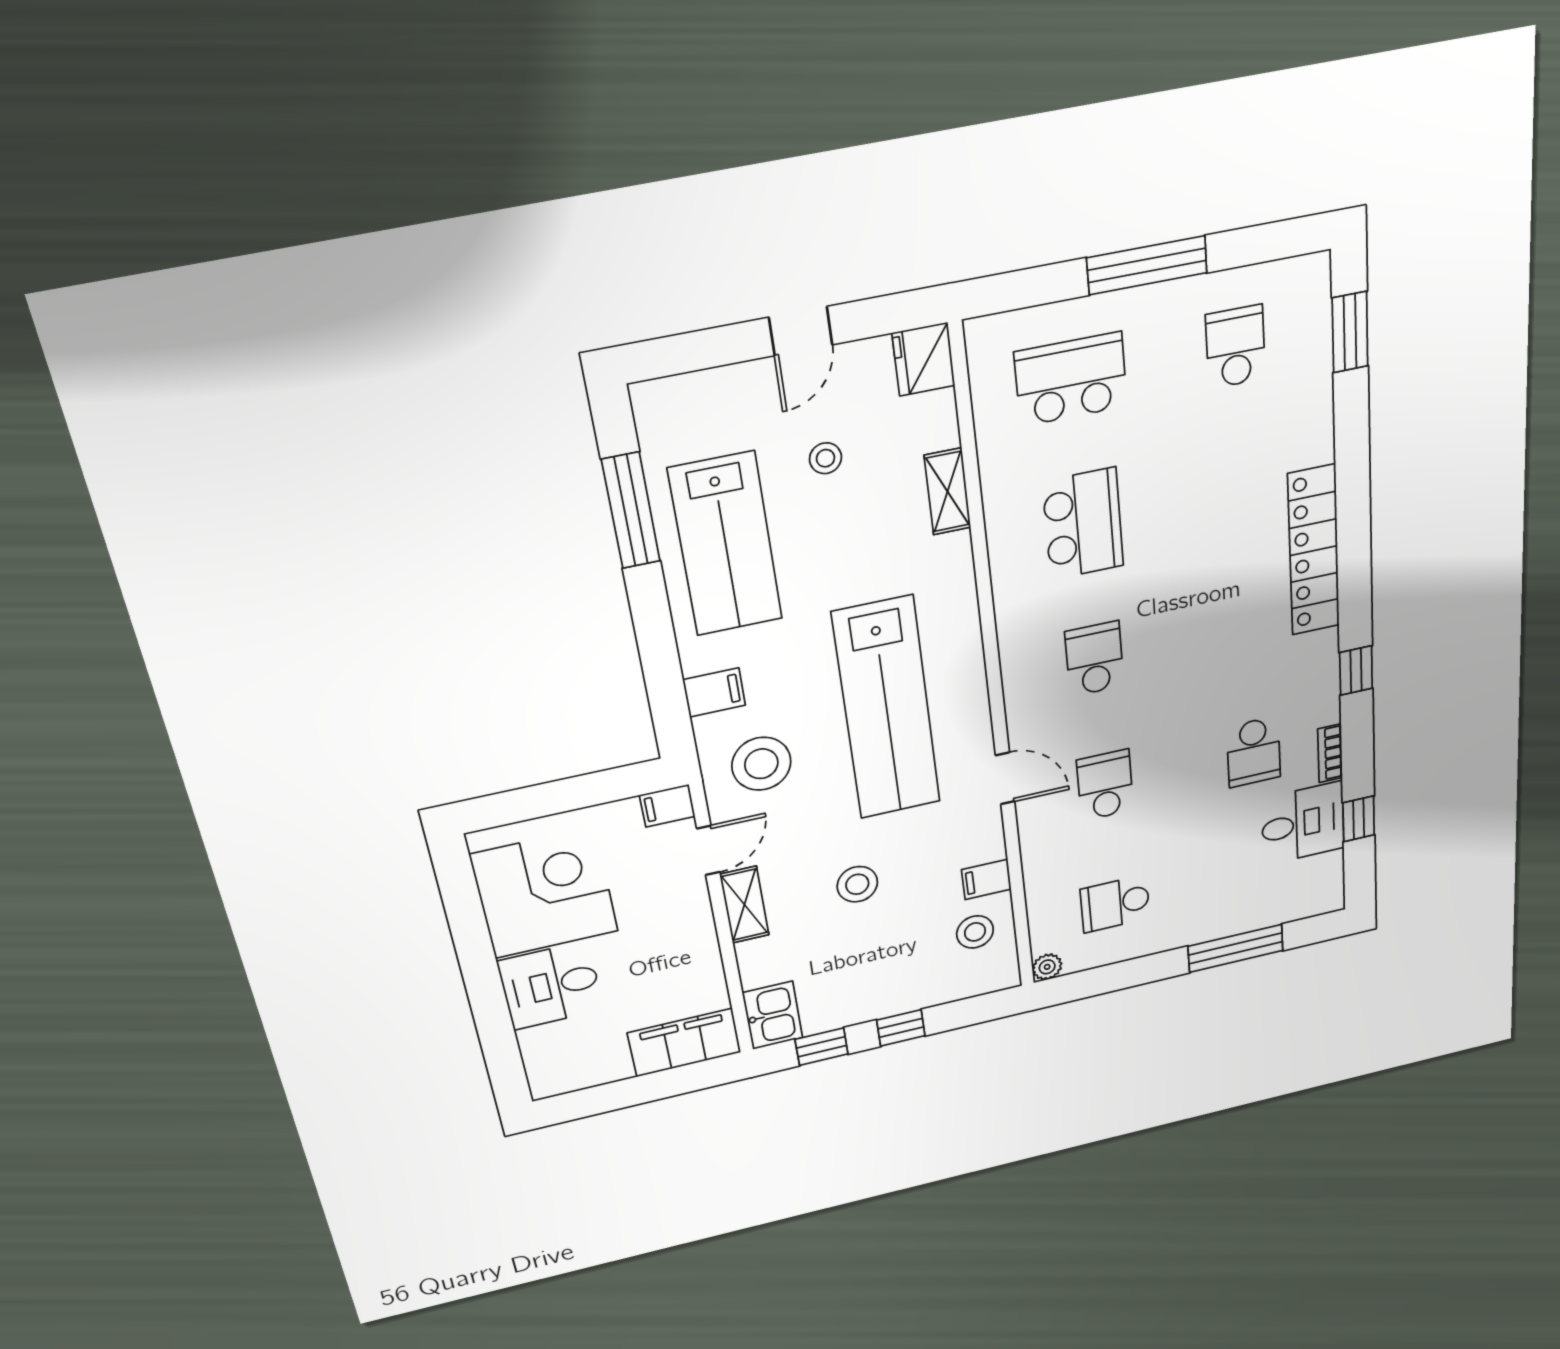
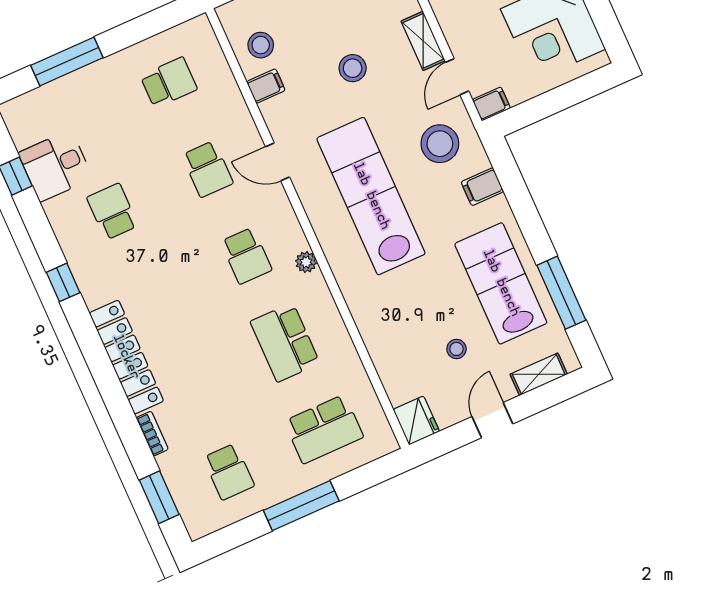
shelving: (948, 492) -> (539, 374), moved, turned 90
bookcase: (1330, 753) -> (152, 434), moved
plant: (1047, 967) -> (306, 262), moved

